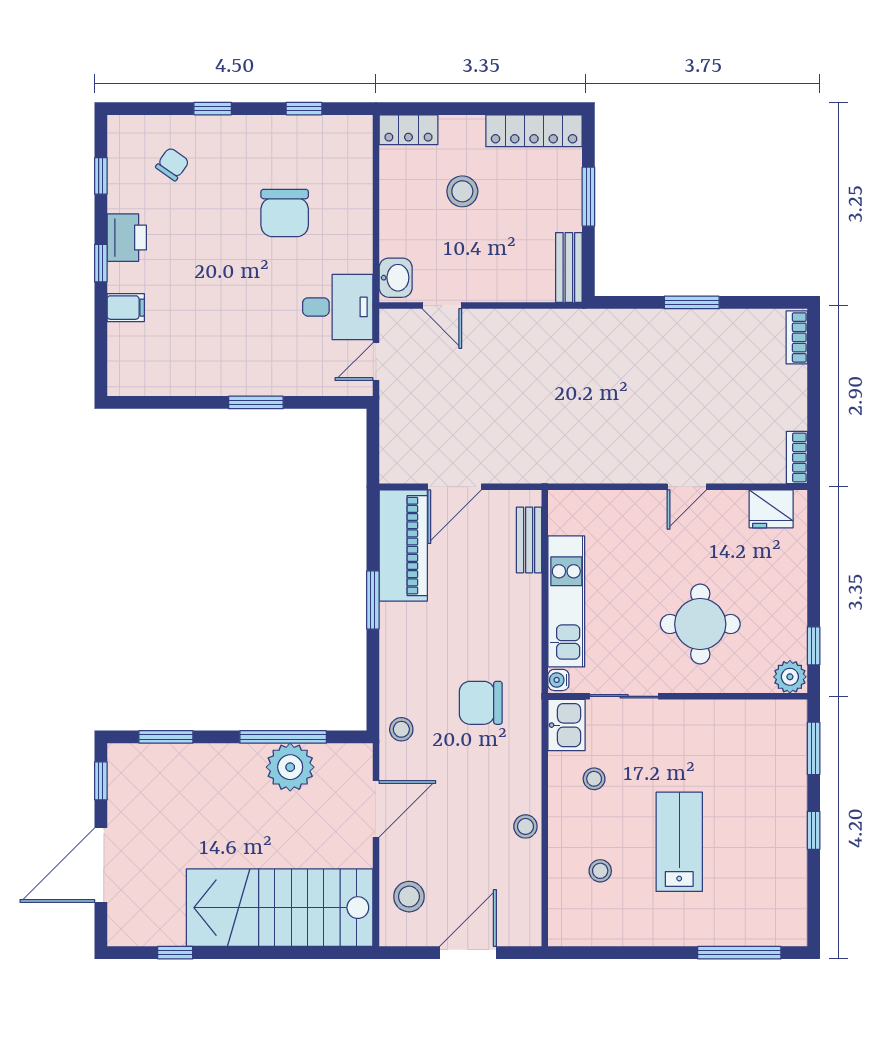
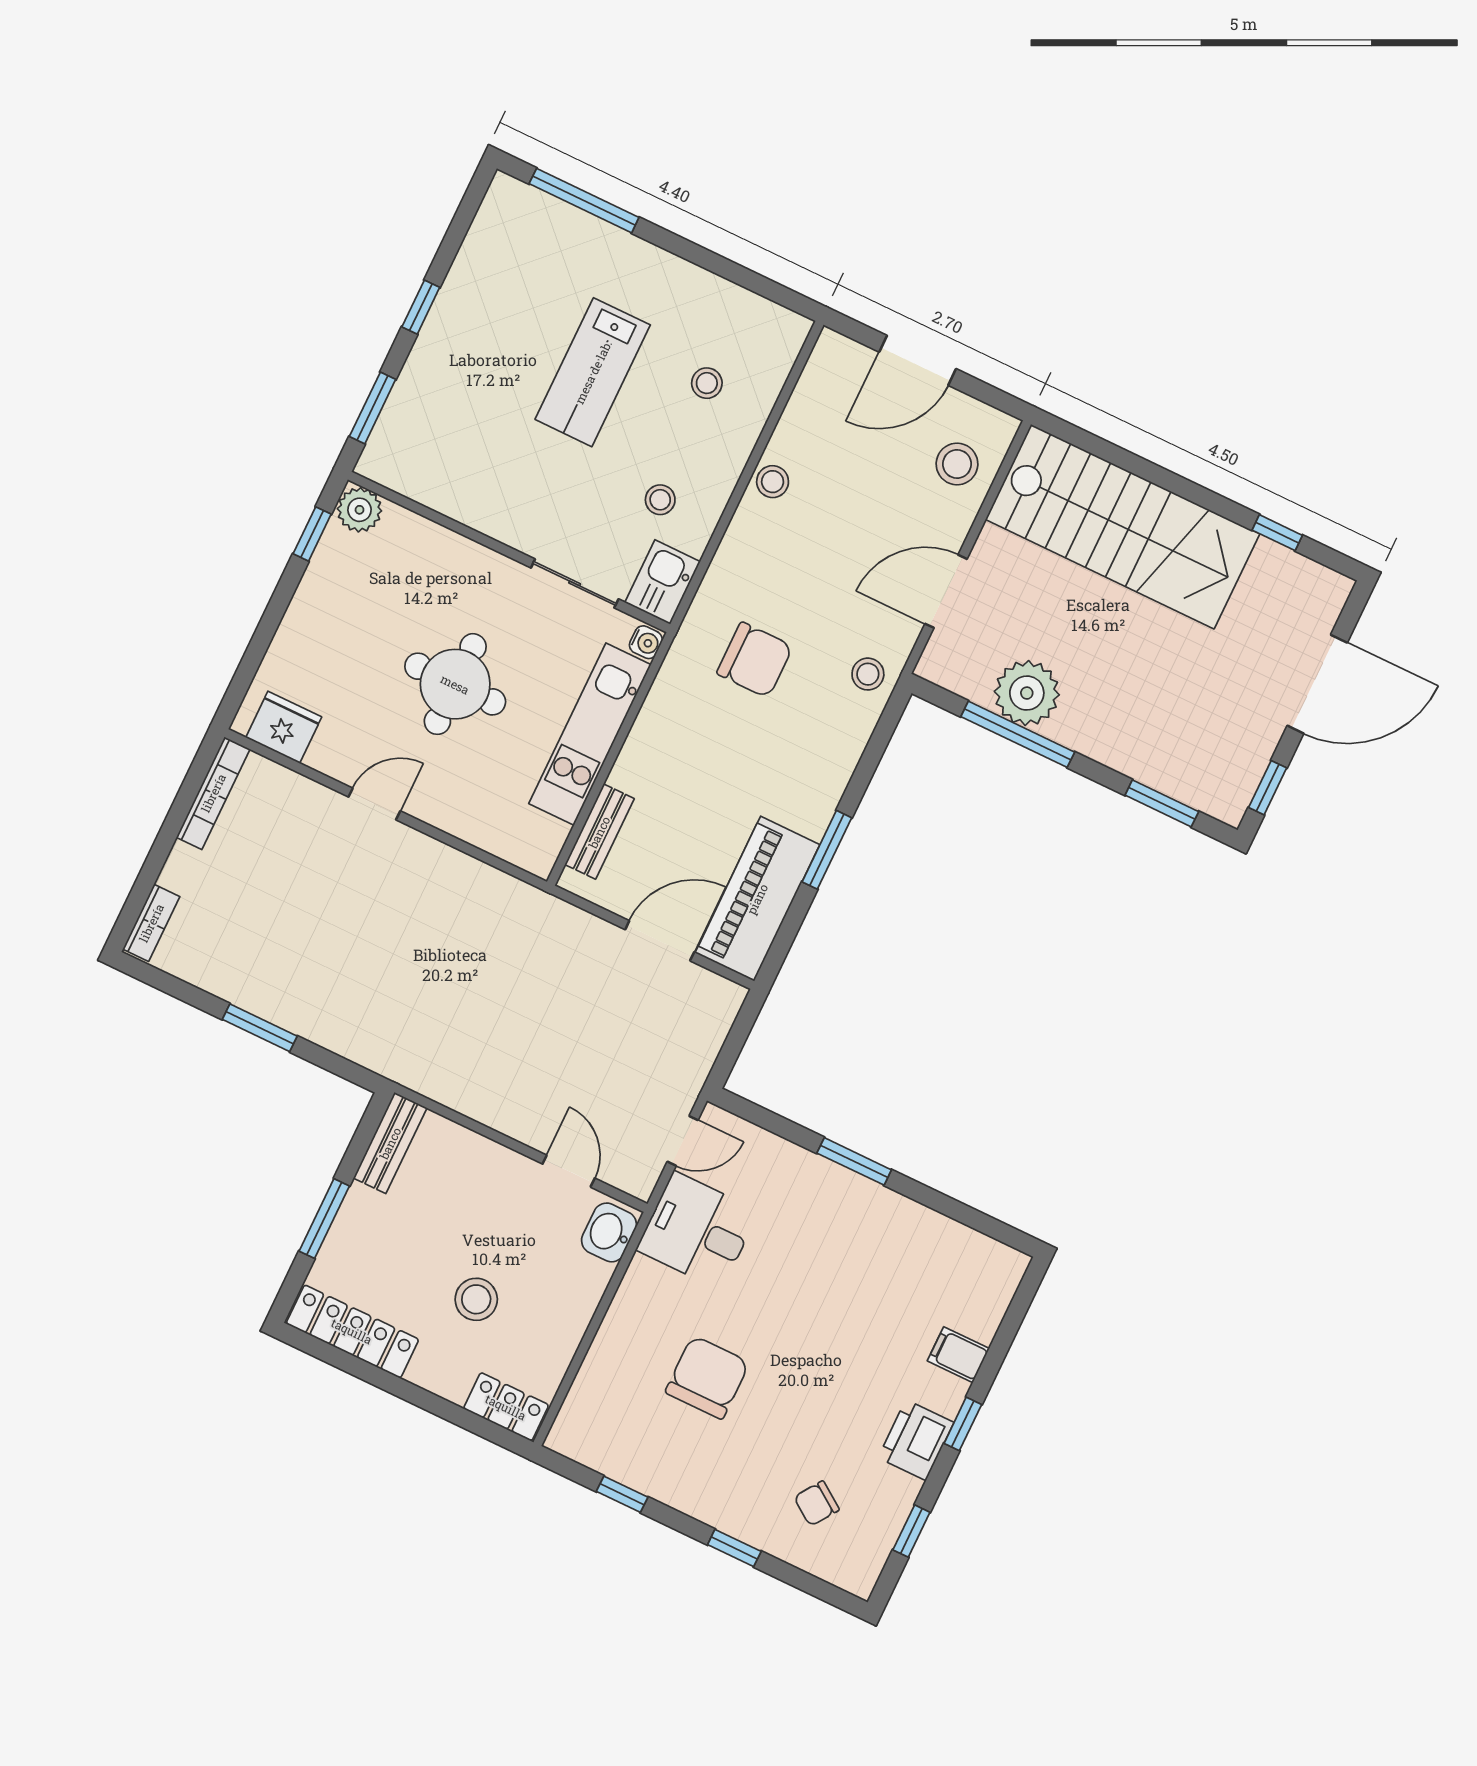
bookcase: (797, 458) -> (213, 793), width x1.56
round table: (700, 624) -> (455, 684), moved

